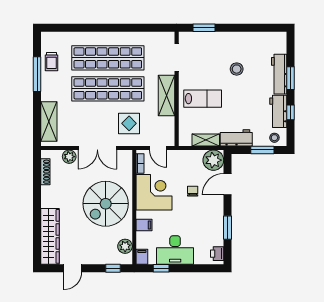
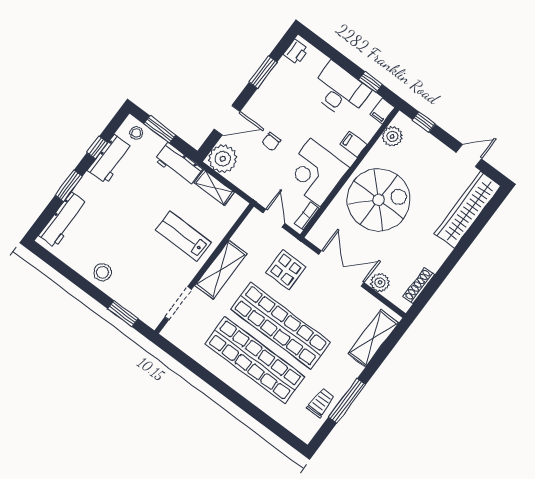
stool: (237, 69) -> (103, 272), moved
workbench: (279, 74) -> (63, 220), moved

